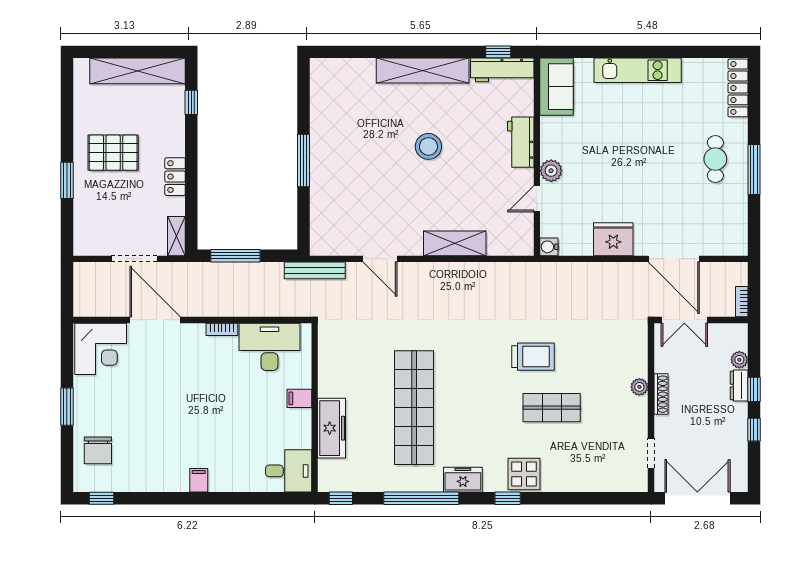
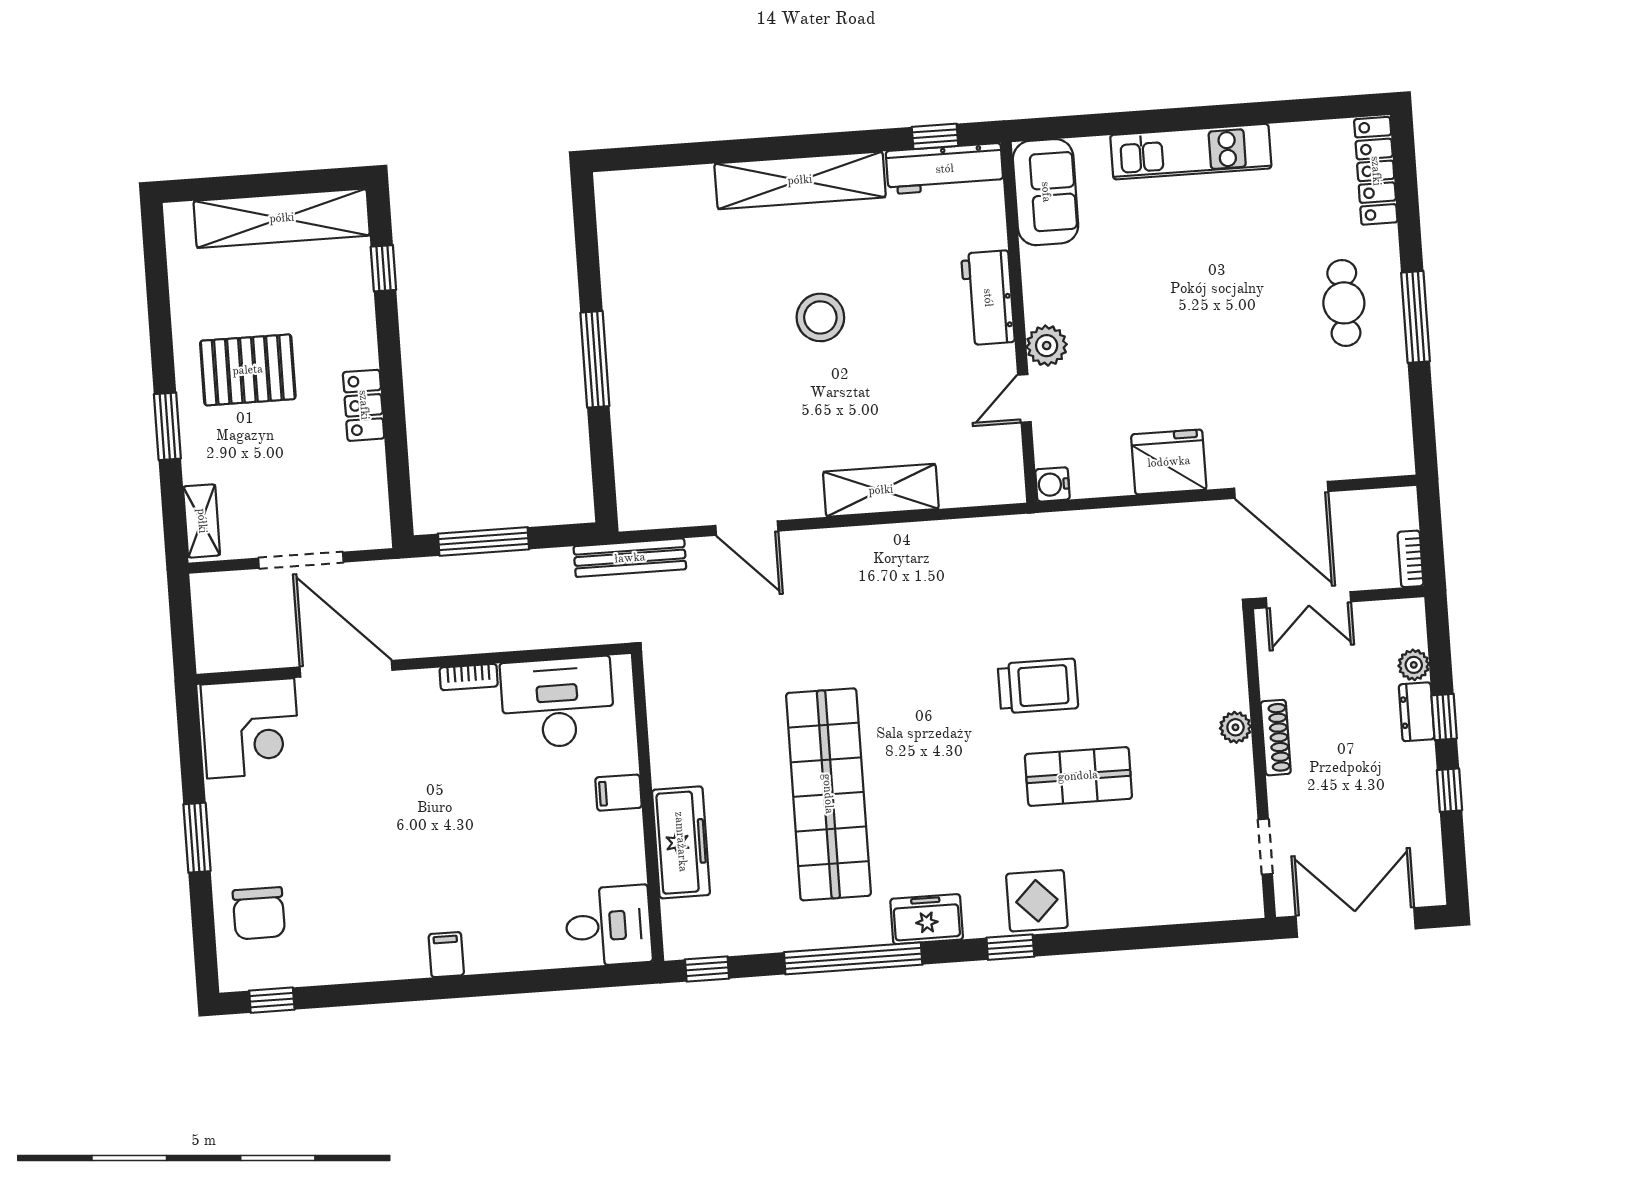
shelving: (176, 236) -> (202, 521), moved

